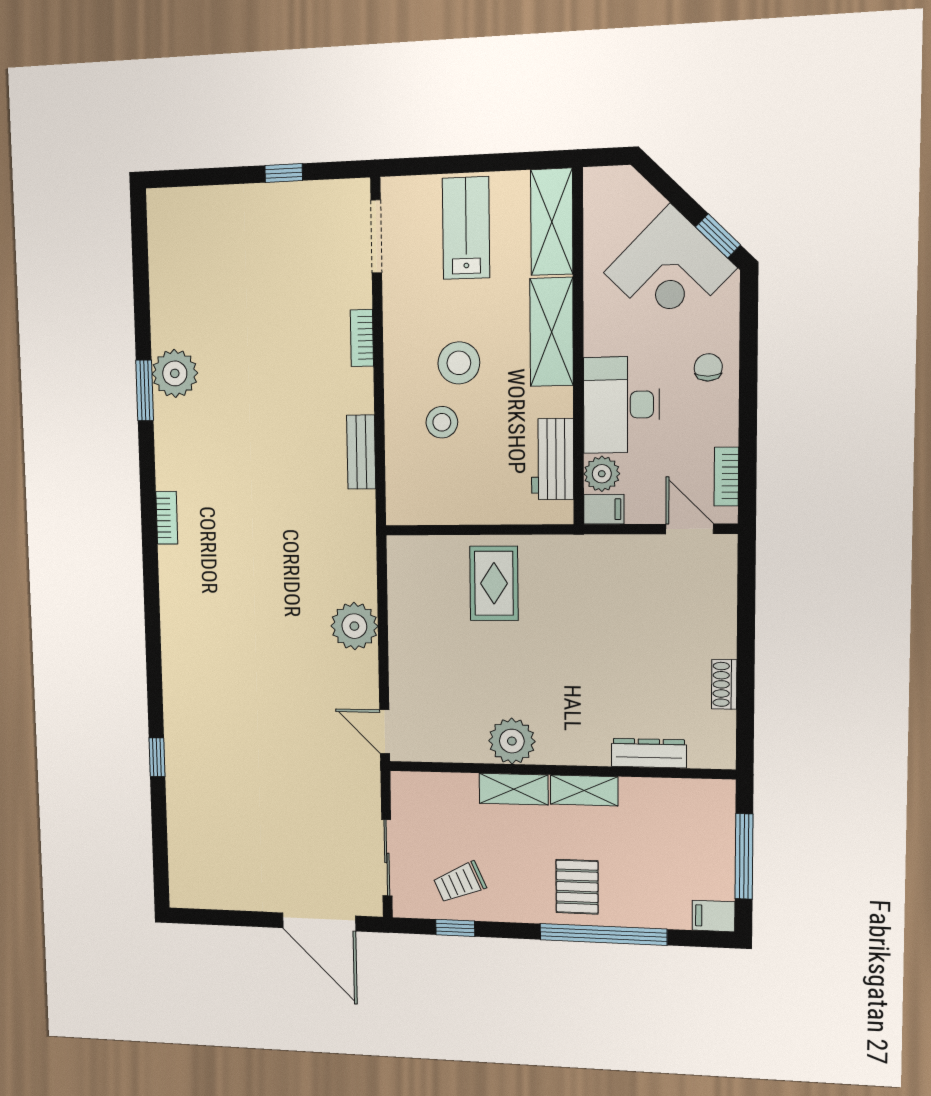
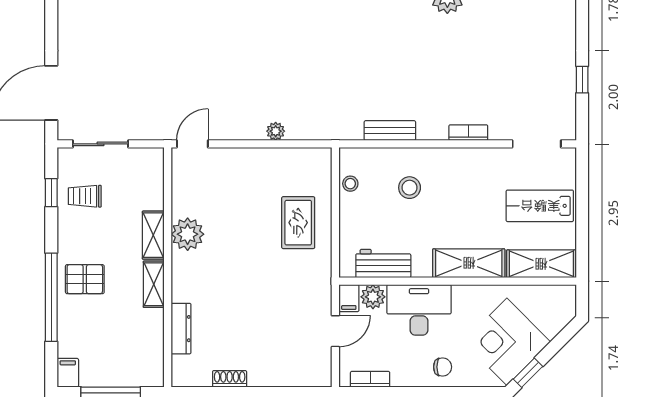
lab bench: (466, 228) -> (540, 206), turned 180
stool: (459, 363) -> (350, 184), moved, width x0.53, depth x0.53
door: (690, 529) -> (335, 331), moved
rug: (494, 583) -> (298, 223), turned 90
plant: (354, 626) -> (276, 131), width x0.53, depth x0.53
trolley: (460, 882) -> (85, 196), turned -66

